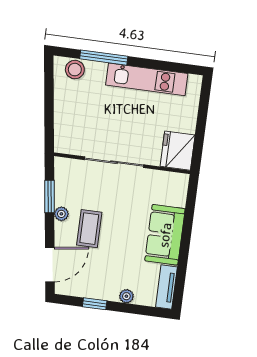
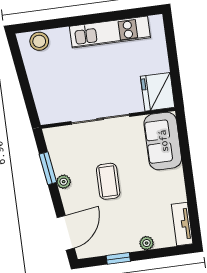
window: (104, 58) -> (64, 22), removed
coffee table: (89, 229) -> (108, 181), moved
sofa: (165, 235) -> (163, 141), moved

